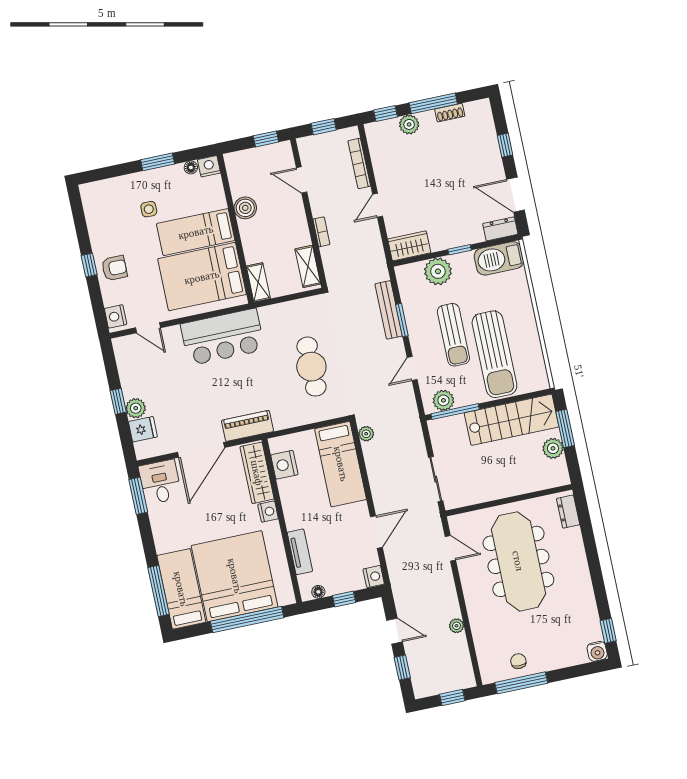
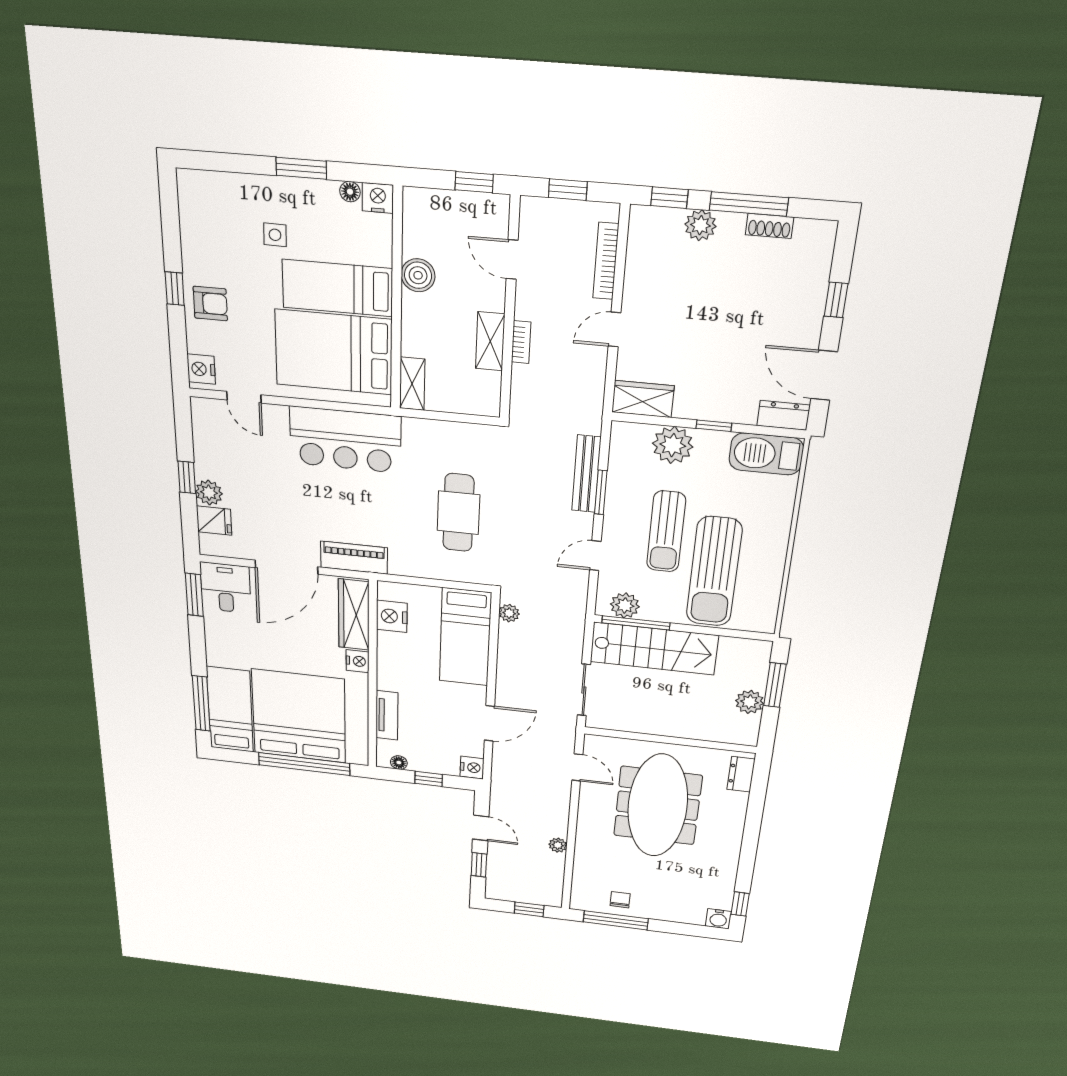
shelving: (308, 266) -> (490, 341), moved
stairs: (512, 420) -> (654, 649), moved

